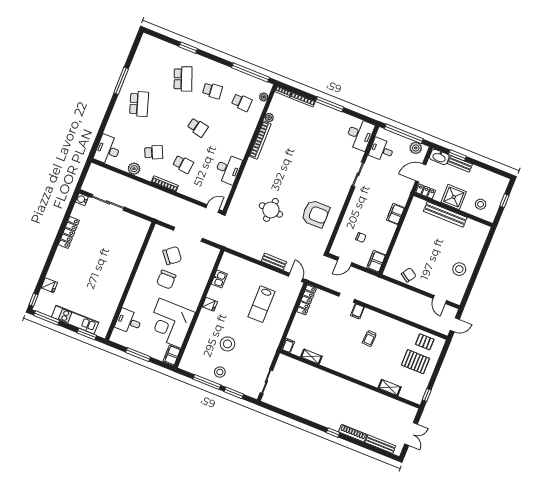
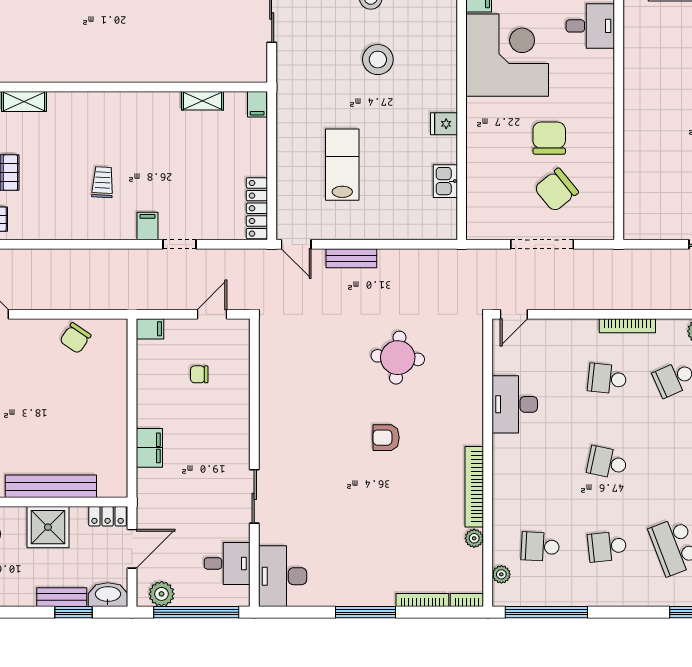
armchair: (315, 214) -> (386, 438), moved, width x0.53, depth x0.53
filing cabinet: (376, 261) -> (150, 329), width x0.50

